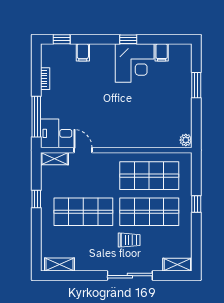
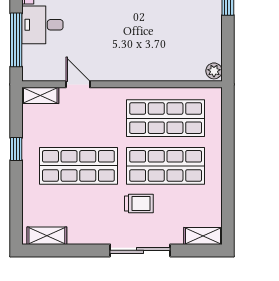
desk: (56, 133) -> (42, 25), moved
window: (196, 204) -> (228, 156), removed

